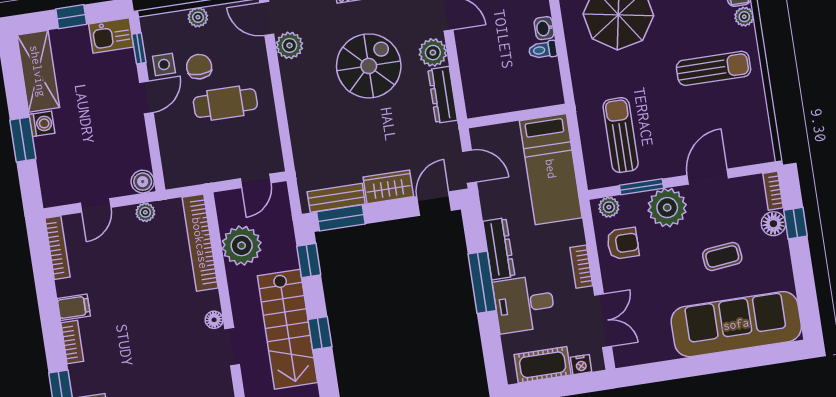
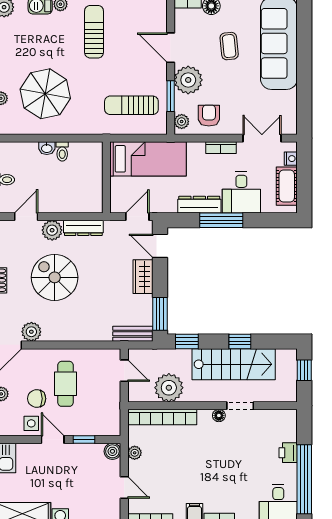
window: (139, 48) -> (84, 439), moved
bench: (336, 198) -> (133, 334), moved, turned 90

